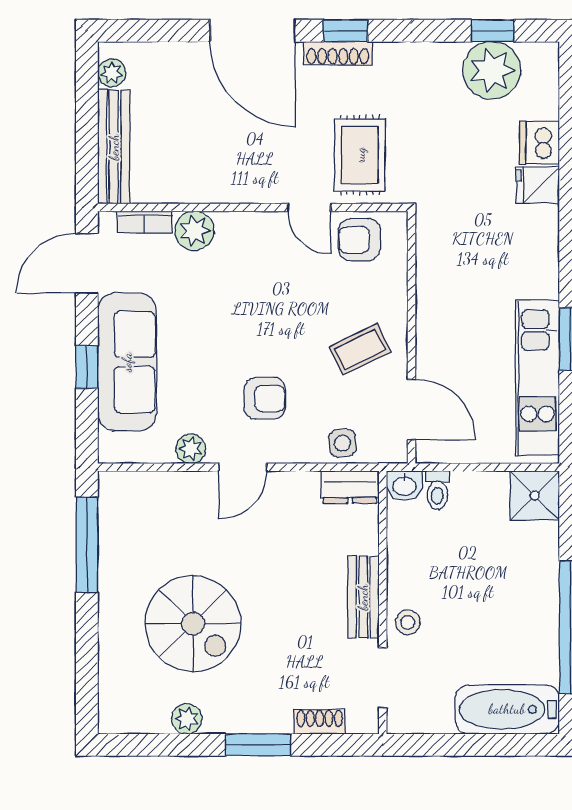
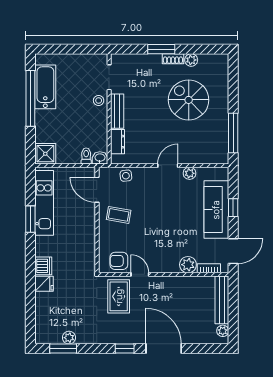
window: (492, 31) -> (63, 349), width x1.50
shoe rack: (338, 53) -> (128, 339), removed
plant: (492, 70) -> (69, 338), width x0.53, depth x0.53
dishwasher: (539, 143) -> (43, 266), moved
armchair: (359, 240) -> (119, 261), turned 180
coffee table: (360, 349) -> (119, 215), turned 36
armchair: (265, 398) -> (159, 194), removed
dresser: (350, 487) -> (117, 142), moved, turned 90
bathtub: (507, 709) -> (45, 87), moved, turned -90
shoe rack: (320, 722) -> (173, 59), moved

